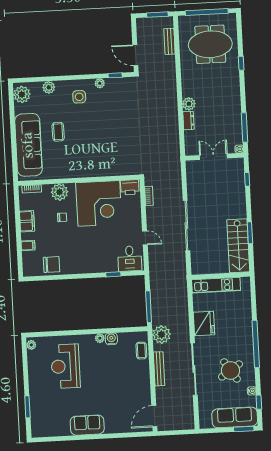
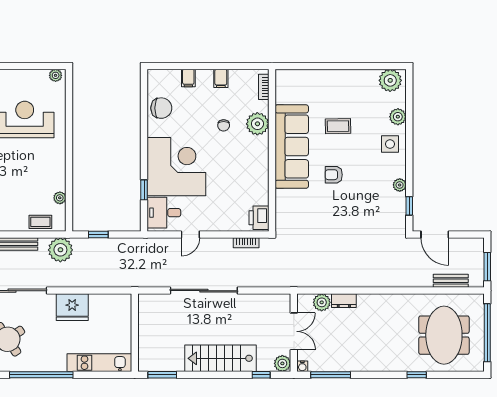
door: (135, 55) -> (435, 234), swing flipped
side table: (79, 97) -> (390, 144), moved
plant: (189, 104) -> (322, 302), moved
armchair: (95, 133) -> (334, 175), added
sofa: (28, 145) -> (292, 147), moved, turned -90
plant: (238, 164) -> (282, 363), added
corner desk: (99, 203) -> (176, 167), moved, turned 180
filing cabinet: (27, 221) -> (221, 78), width x0.50
window: (250, 233) -> (162, 375), moved
stairs: (238, 246) -> (221, 358), moved
chair: (52, 265) -> (161, 108), turned -90
kitchen unit: (216, 285) -> (99, 363), moved, turned 90
window: (149, 307) -> (98, 234), width x0.46
plant: (100, 338) -> (60, 198), moved
water cooler: (111, 339) -> (58, 183), removed

